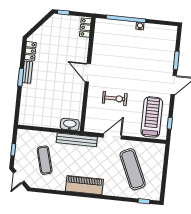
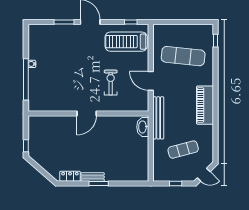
locker: (85, 28) -> (39, 121), removed
exercise mat: (133, 169) -> (183, 56), turned 30

